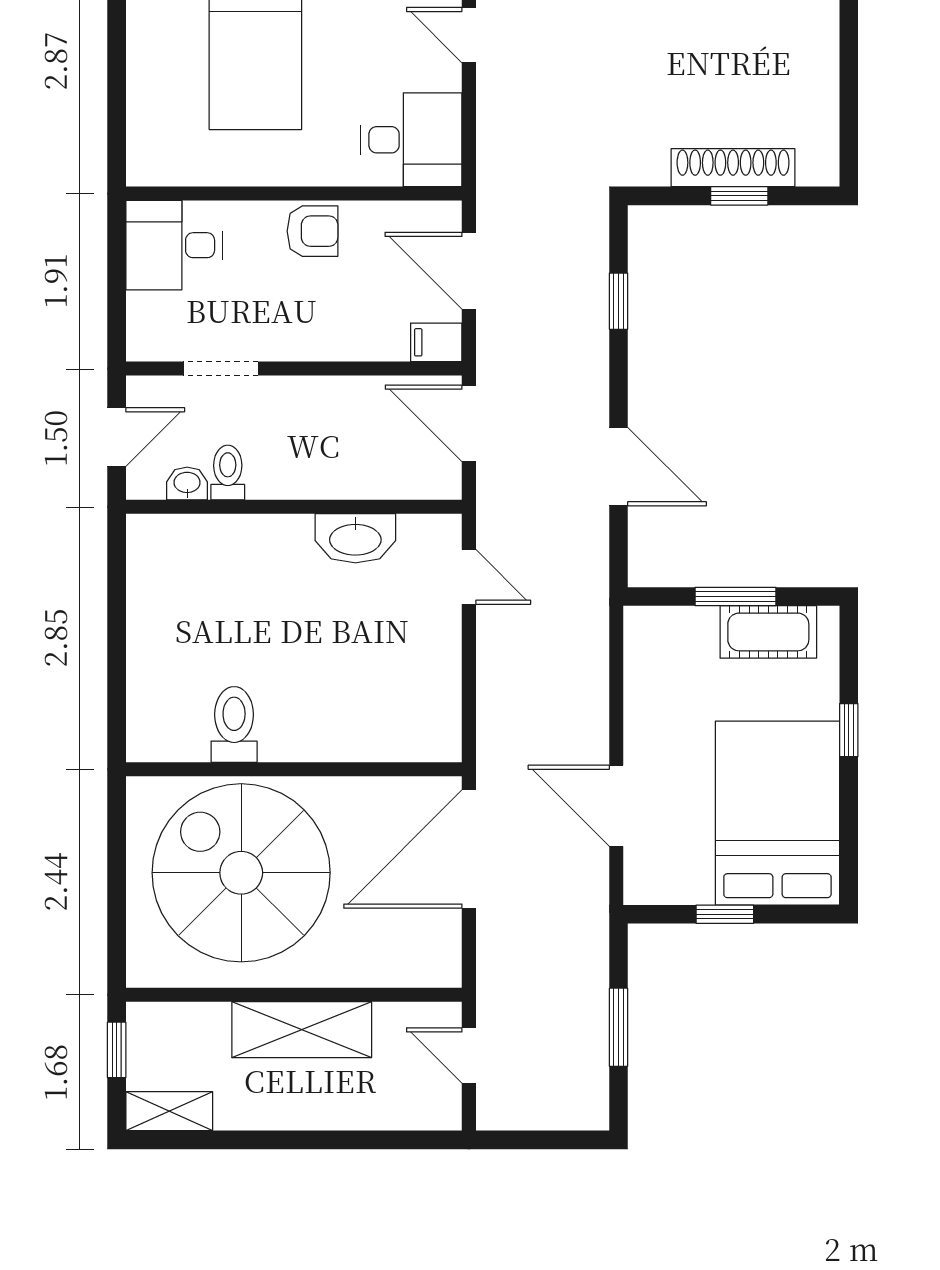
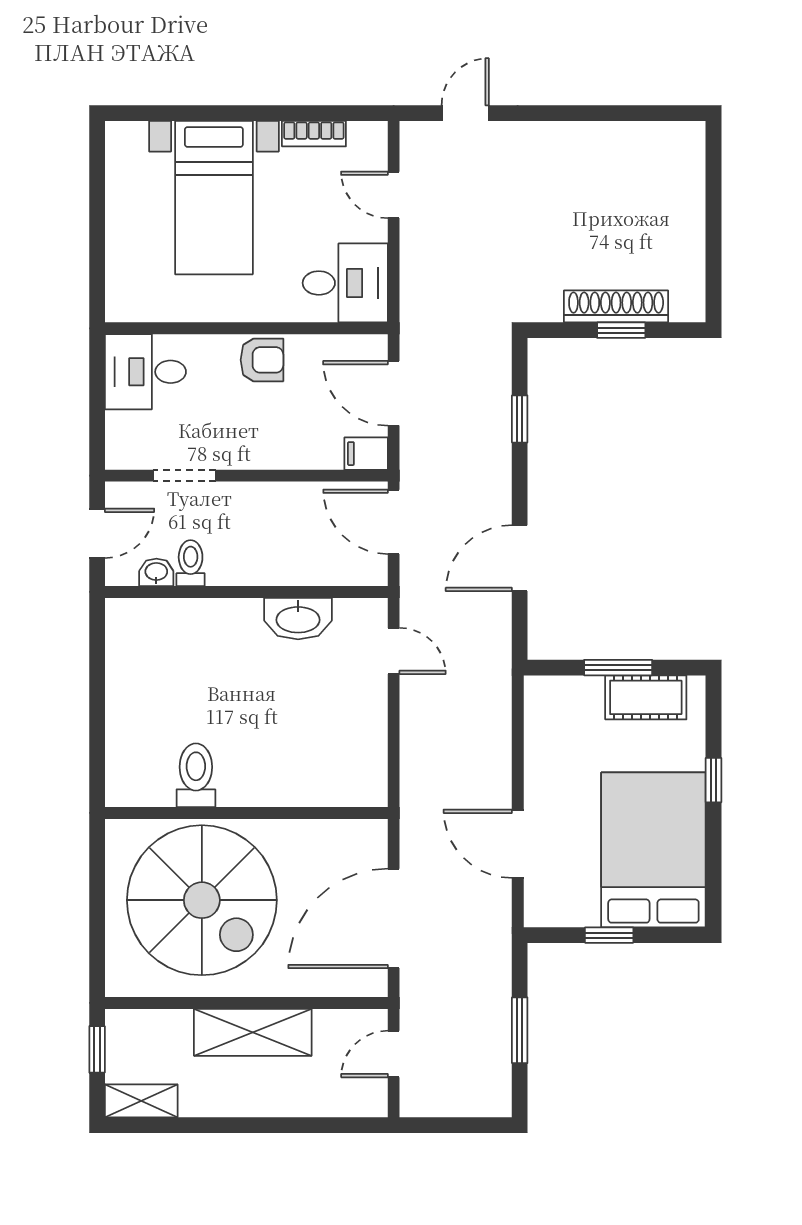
door: (619, 467) -> (520, 558), swing flipped
door: (469, 849) -> (394, 918), moved
spiral stairs: (241, 873) -> (202, 900), turned 180
door: (469, 1055) -> (394, 1054), hinge flipped

